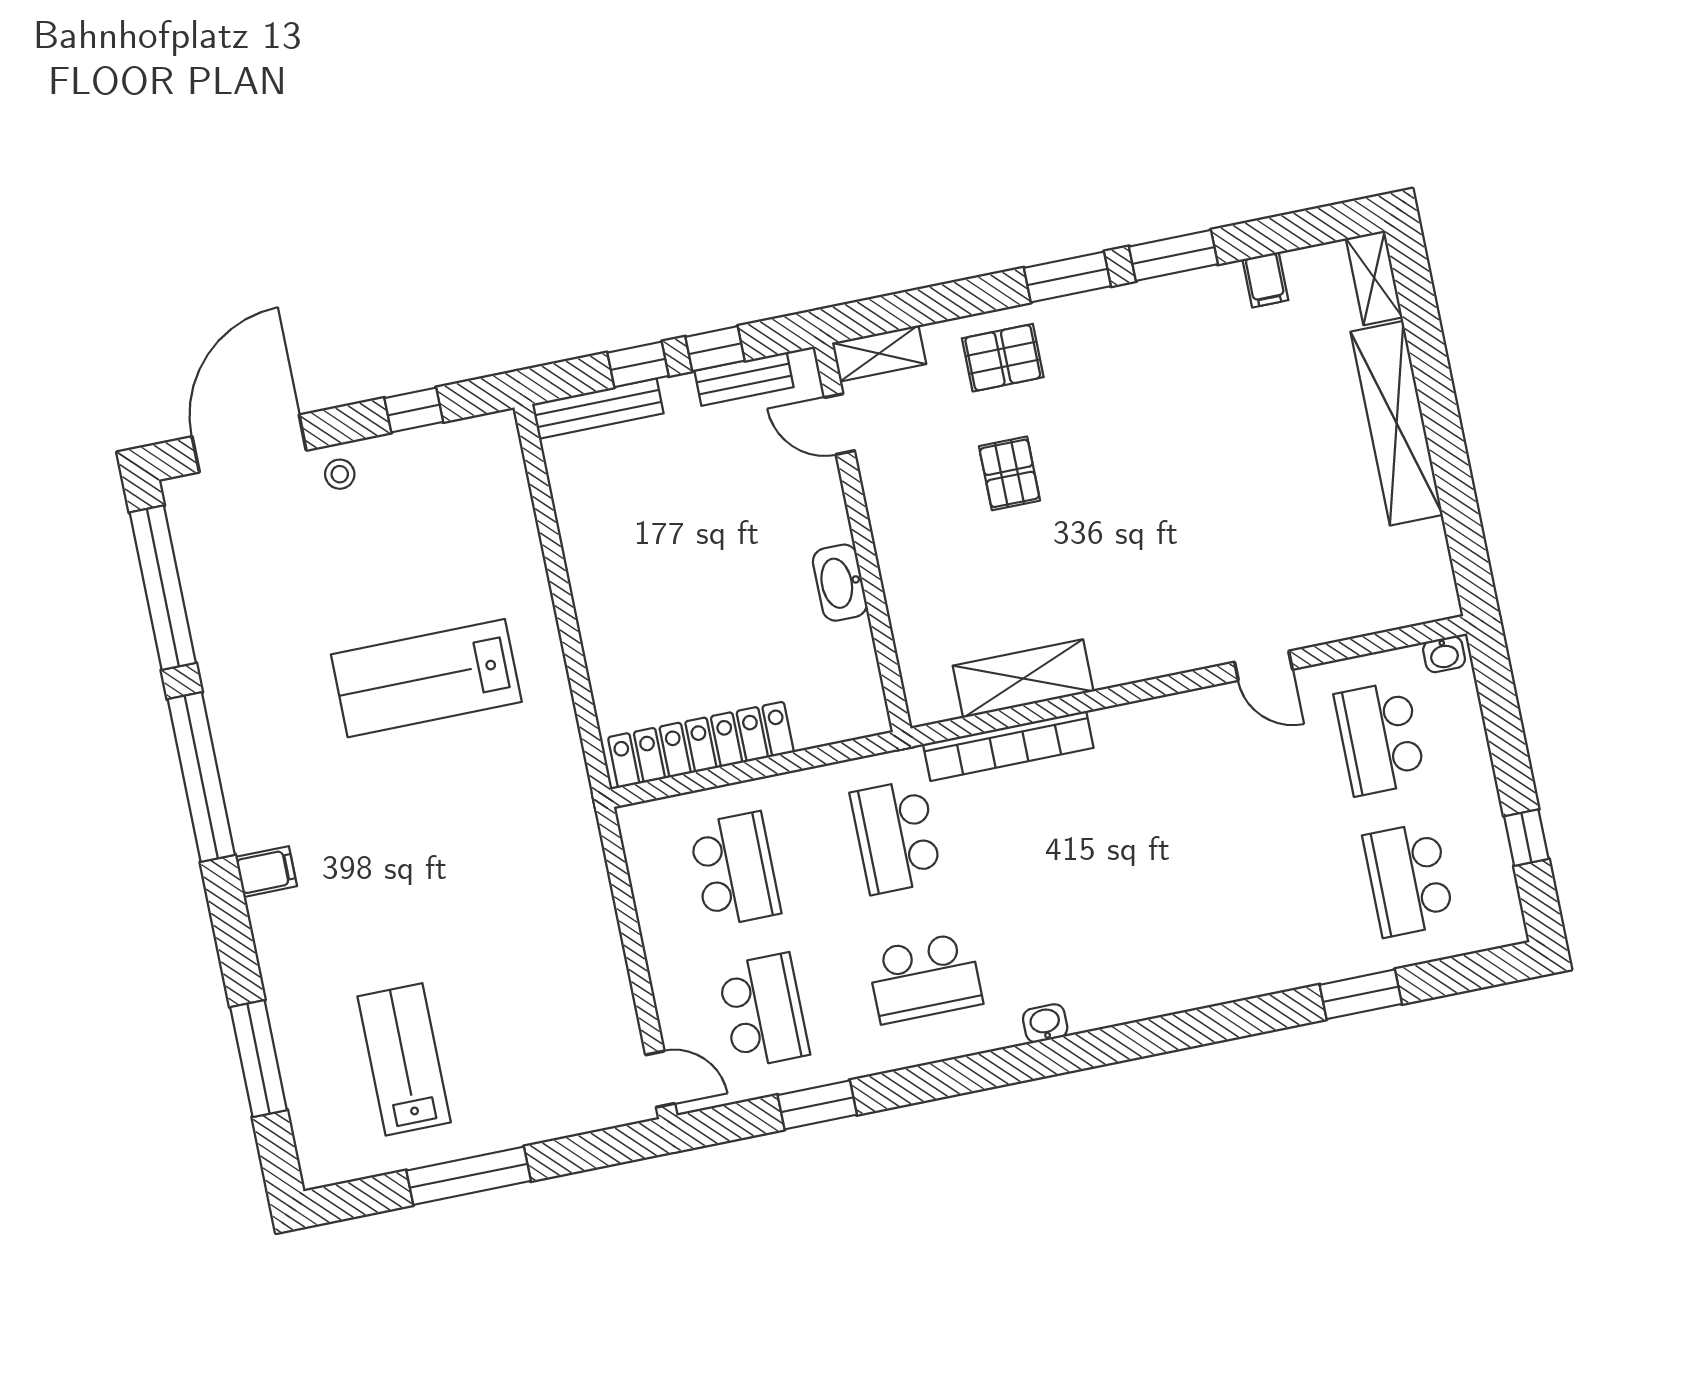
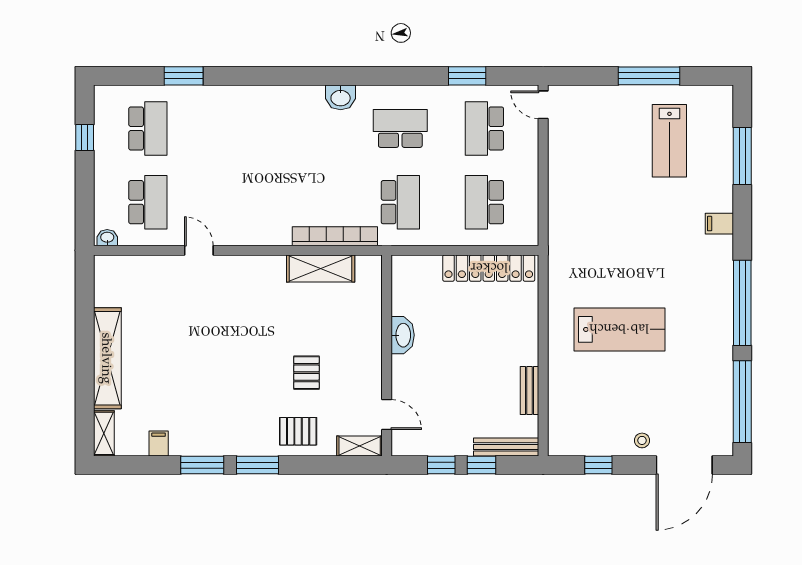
bench: (744, 379) -> (530, 390), moved, turned 90
filing cabinet: (266, 872) -> (719, 224), moved
washbasin: (1045, 1023) -> (341, 97), width x1.38, depth x1.45

